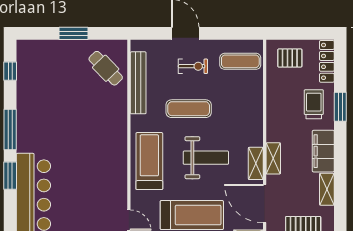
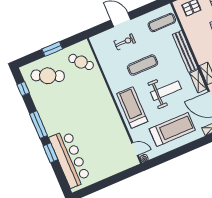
exercise bike: (193, 66) -> (125, 42), moved
cafe table: (52, 68) -> (48, 76), added
bench: (138, 83) -> (185, 51), moved

